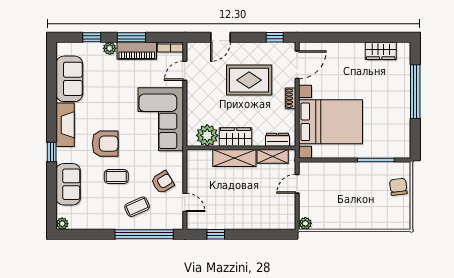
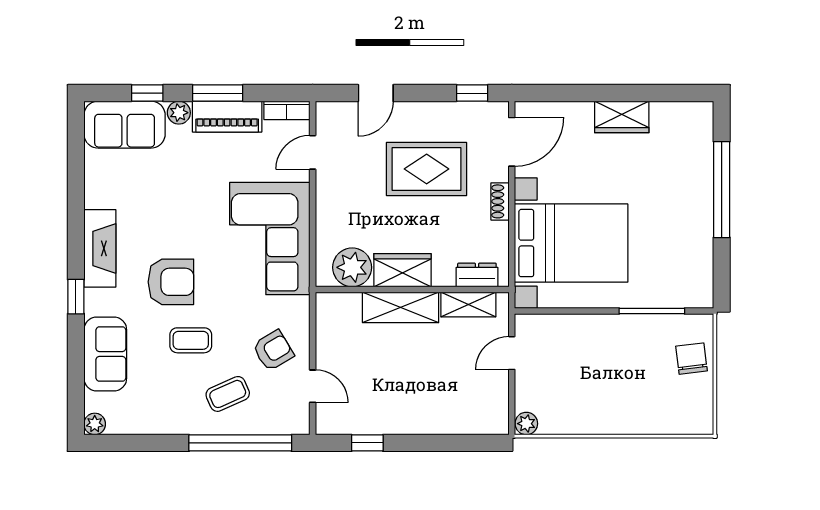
wardrobe: (381, 51) -> (622, 117), moved
sofa: (69, 79) -> (125, 125), moved, turned 90

